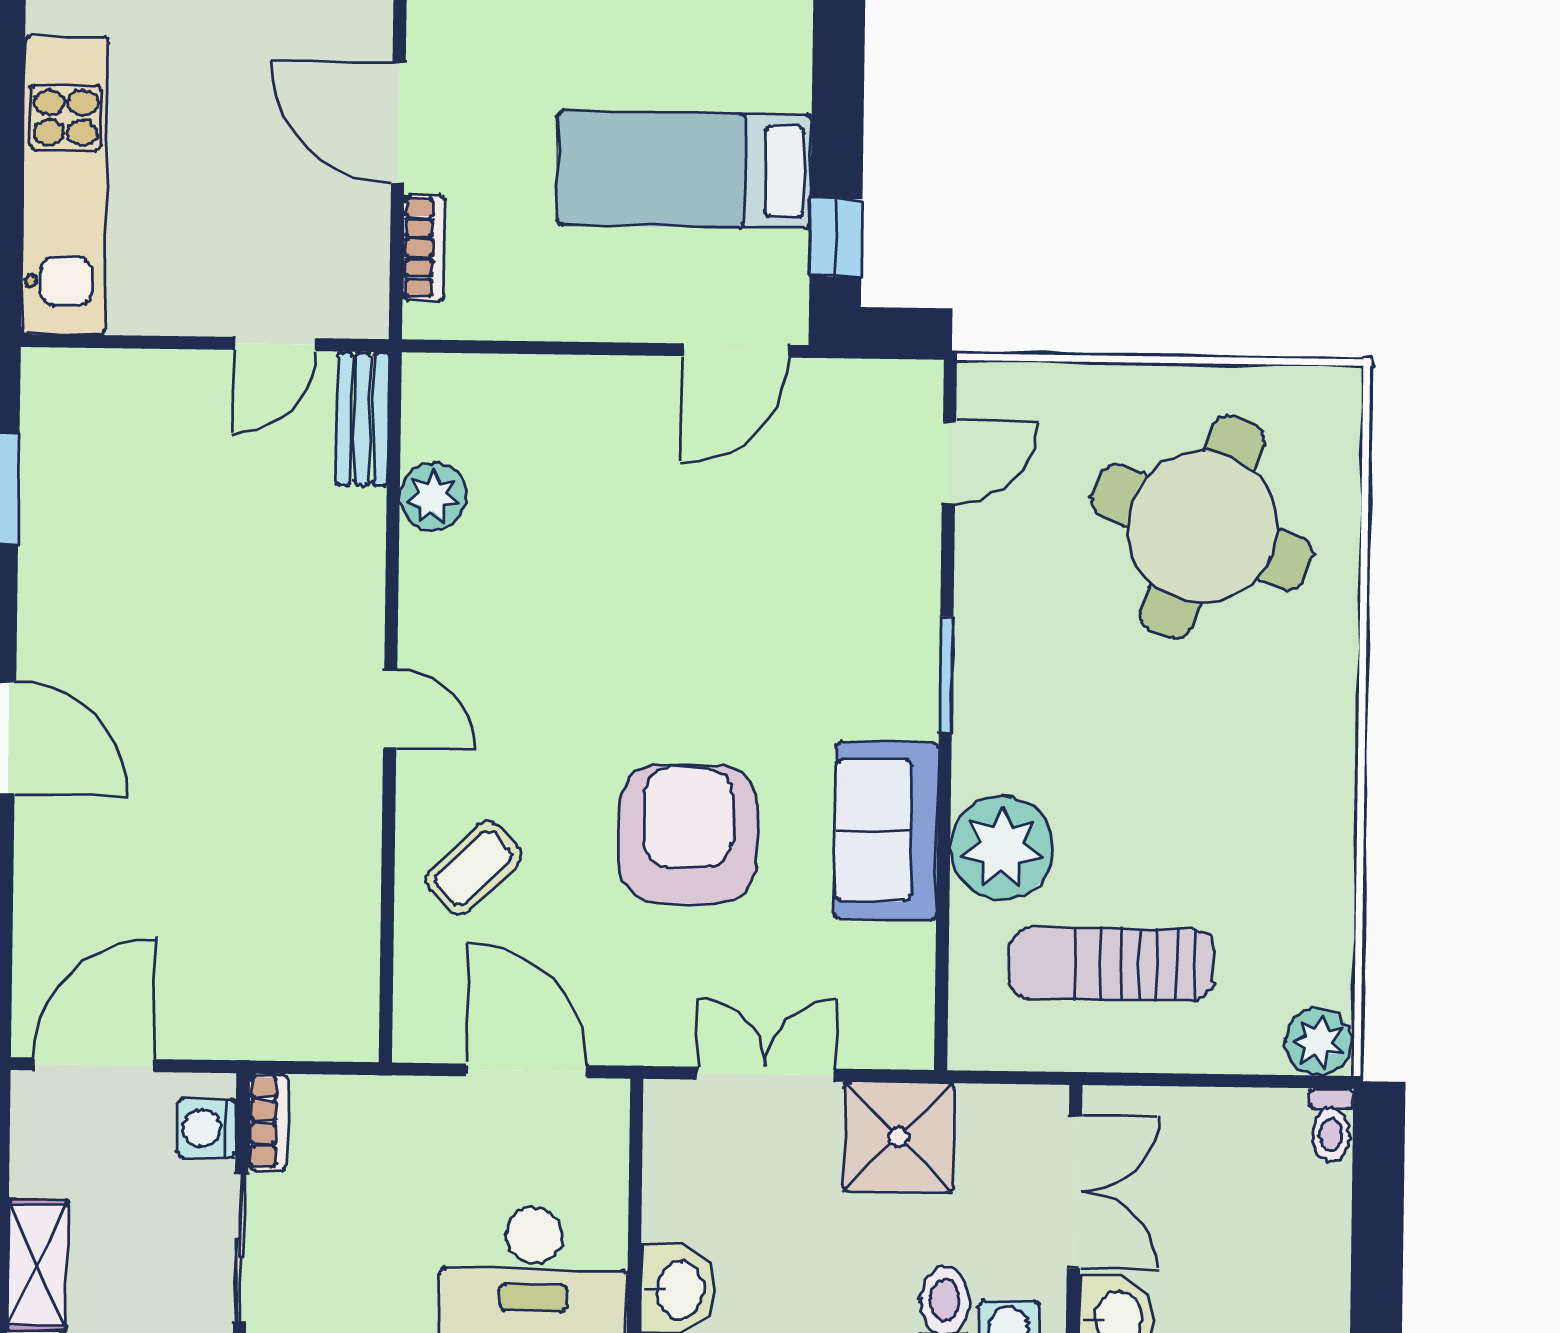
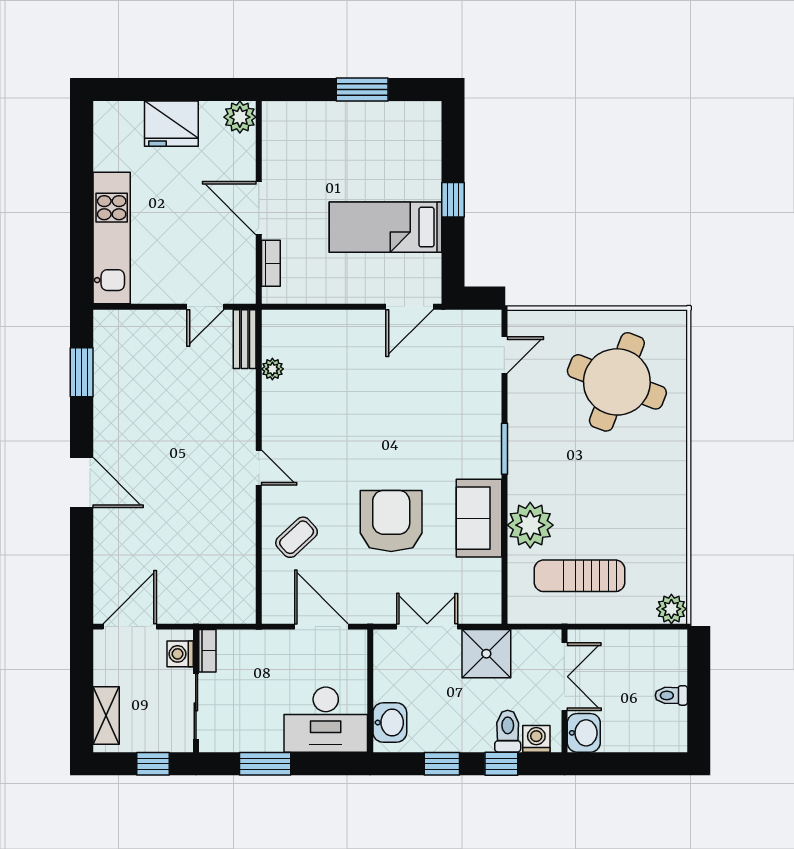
window: (836, 238) -> (453, 200), moved
plant: (433, 496) -> (272, 369), width x0.73, depth x0.73
toilet: (1331, 1125) -> (671, 695), moved, turned 90

